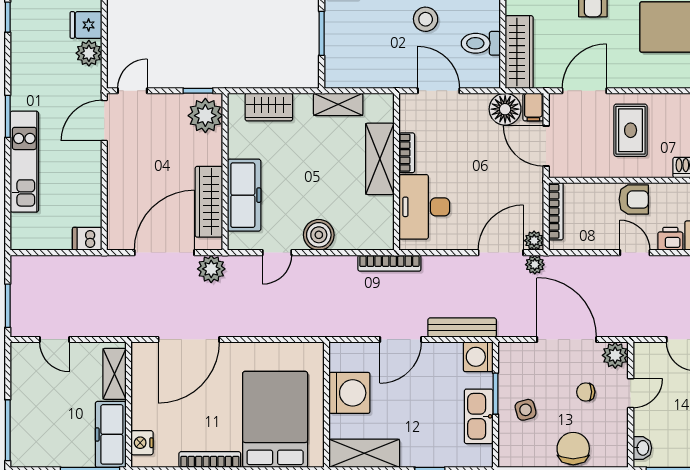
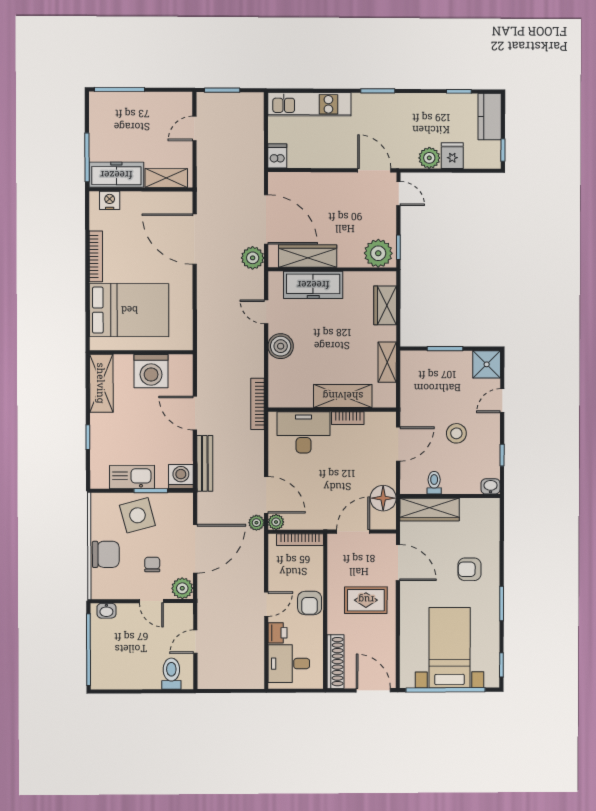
toilet: (481, 43) -> (434, 483), width x0.73, depth x0.72
filing cabinet: (533, 107) -> (385, 521), removed
kitchen unit: (24, 162) -> (309, 104), moved
side table: (526, 410) -> (137, 515), width x1.87, depth x1.87

